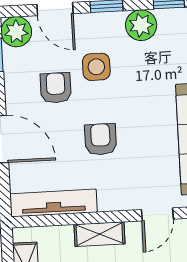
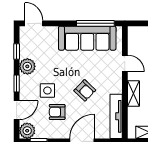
armchair: (101, 139) -> (85, 90), turned -136

